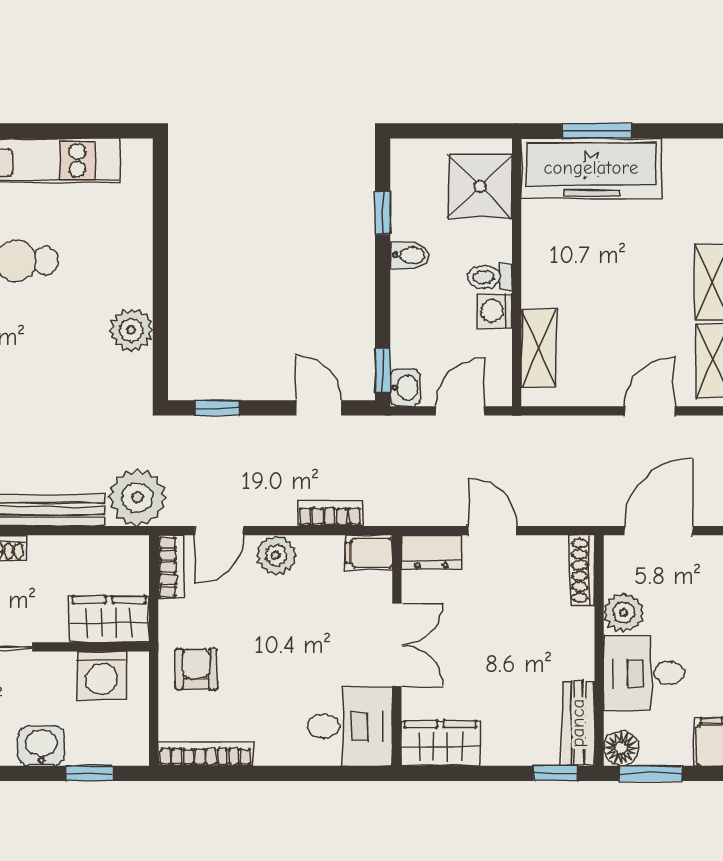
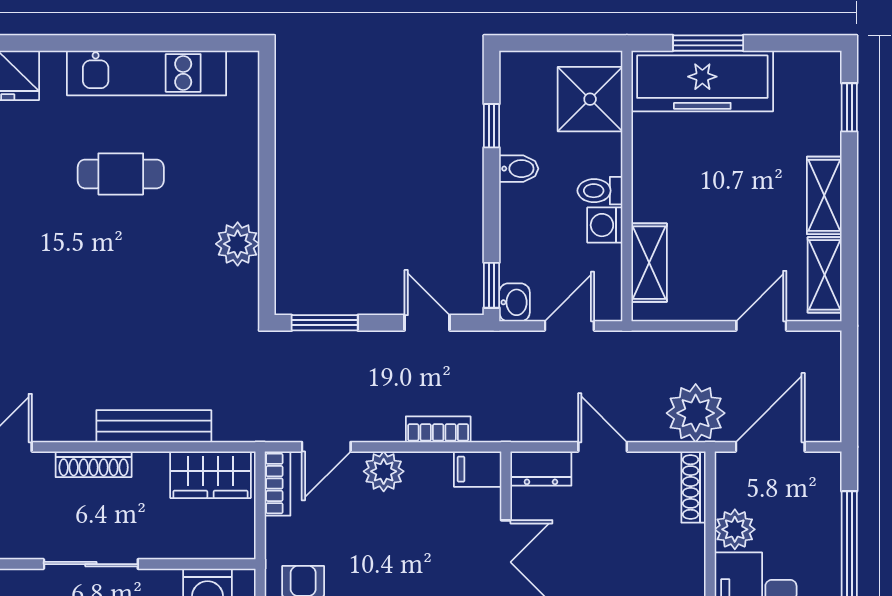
window: (218, 408) -> (325, 323), width x1.50
plant: (137, 497) -> (696, 413), moved
wardrobe: (109, 619) -> (210, 475), moved, turned 180

